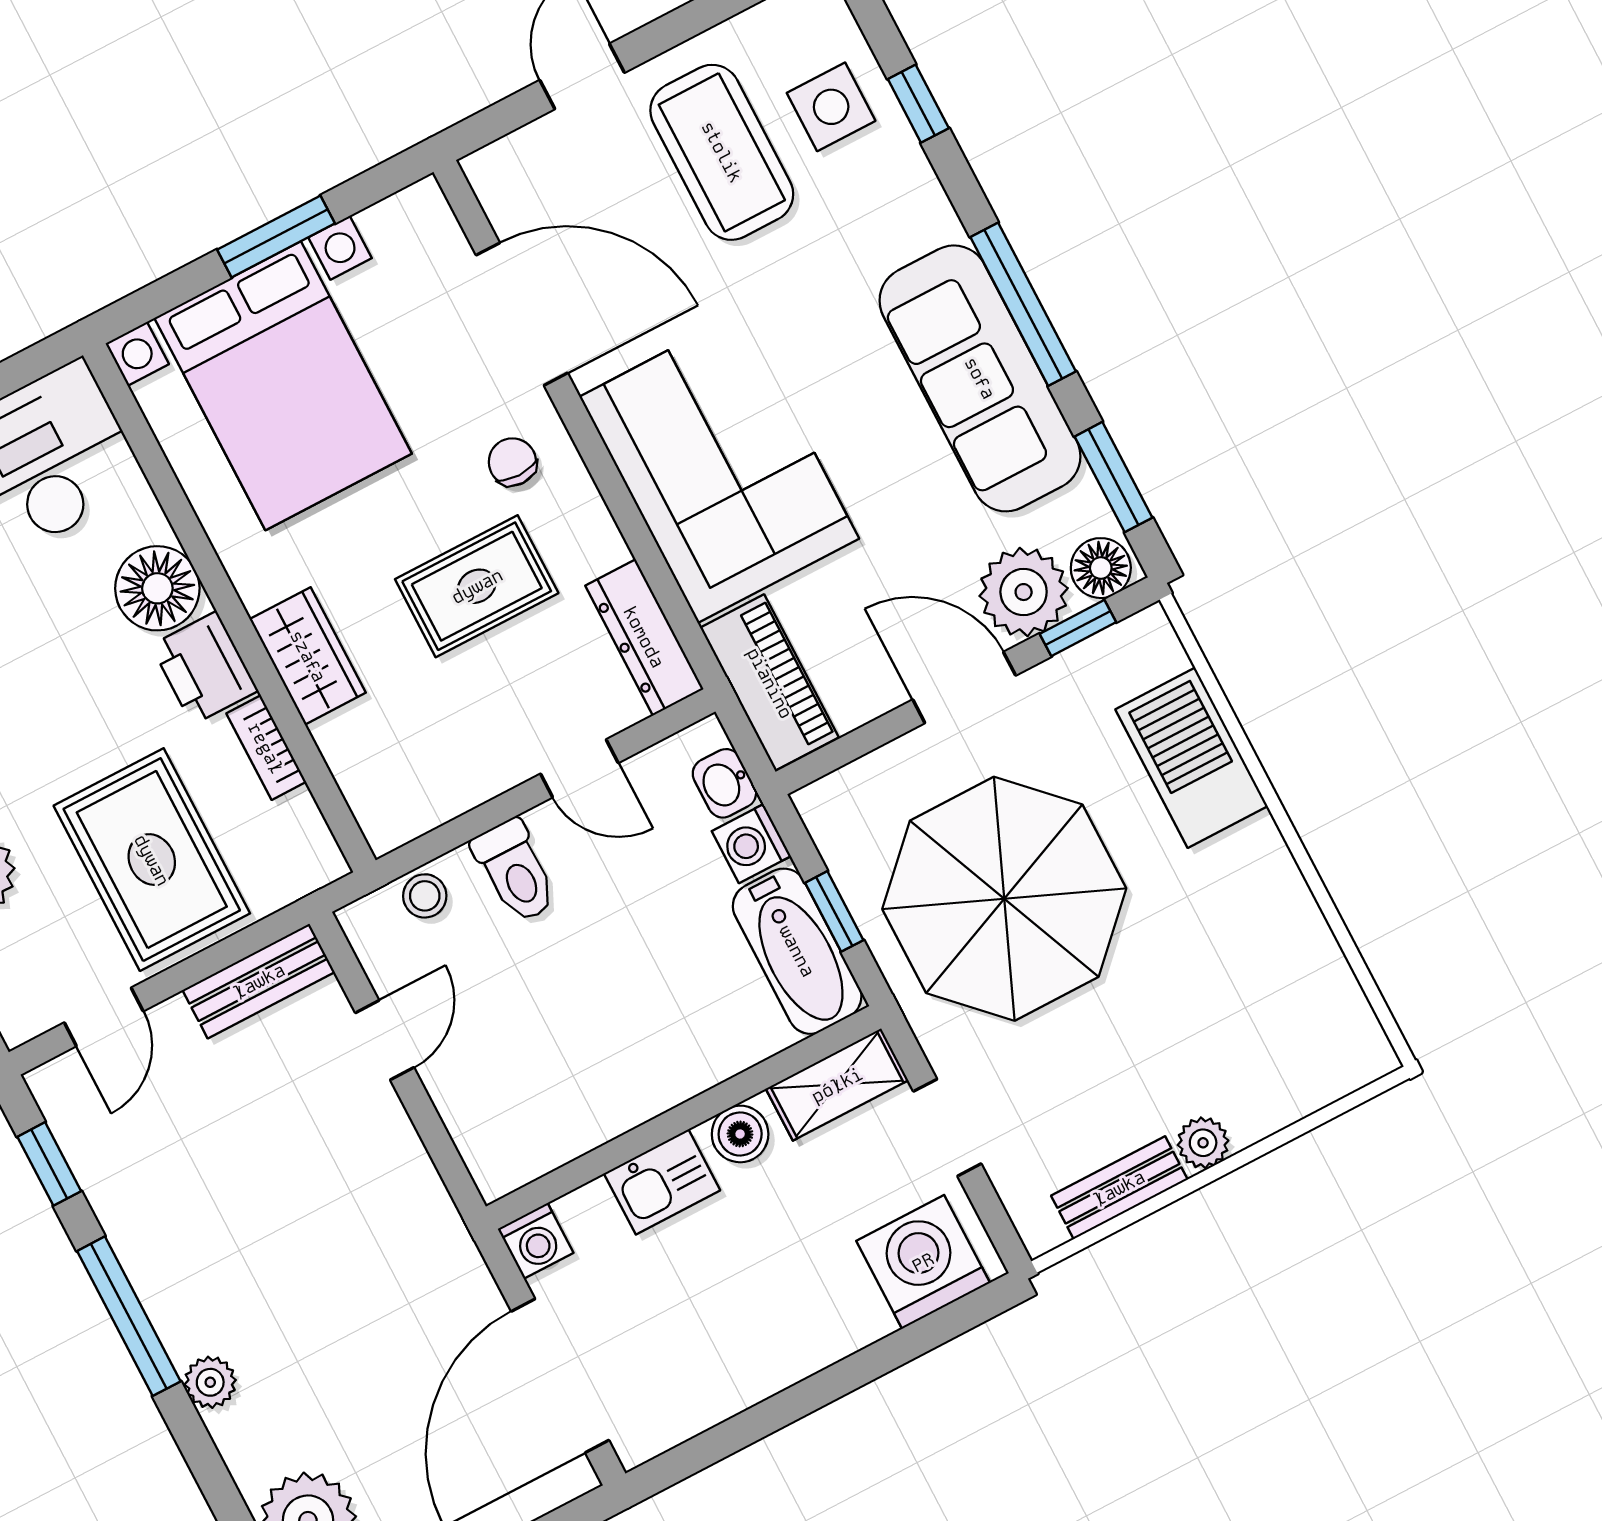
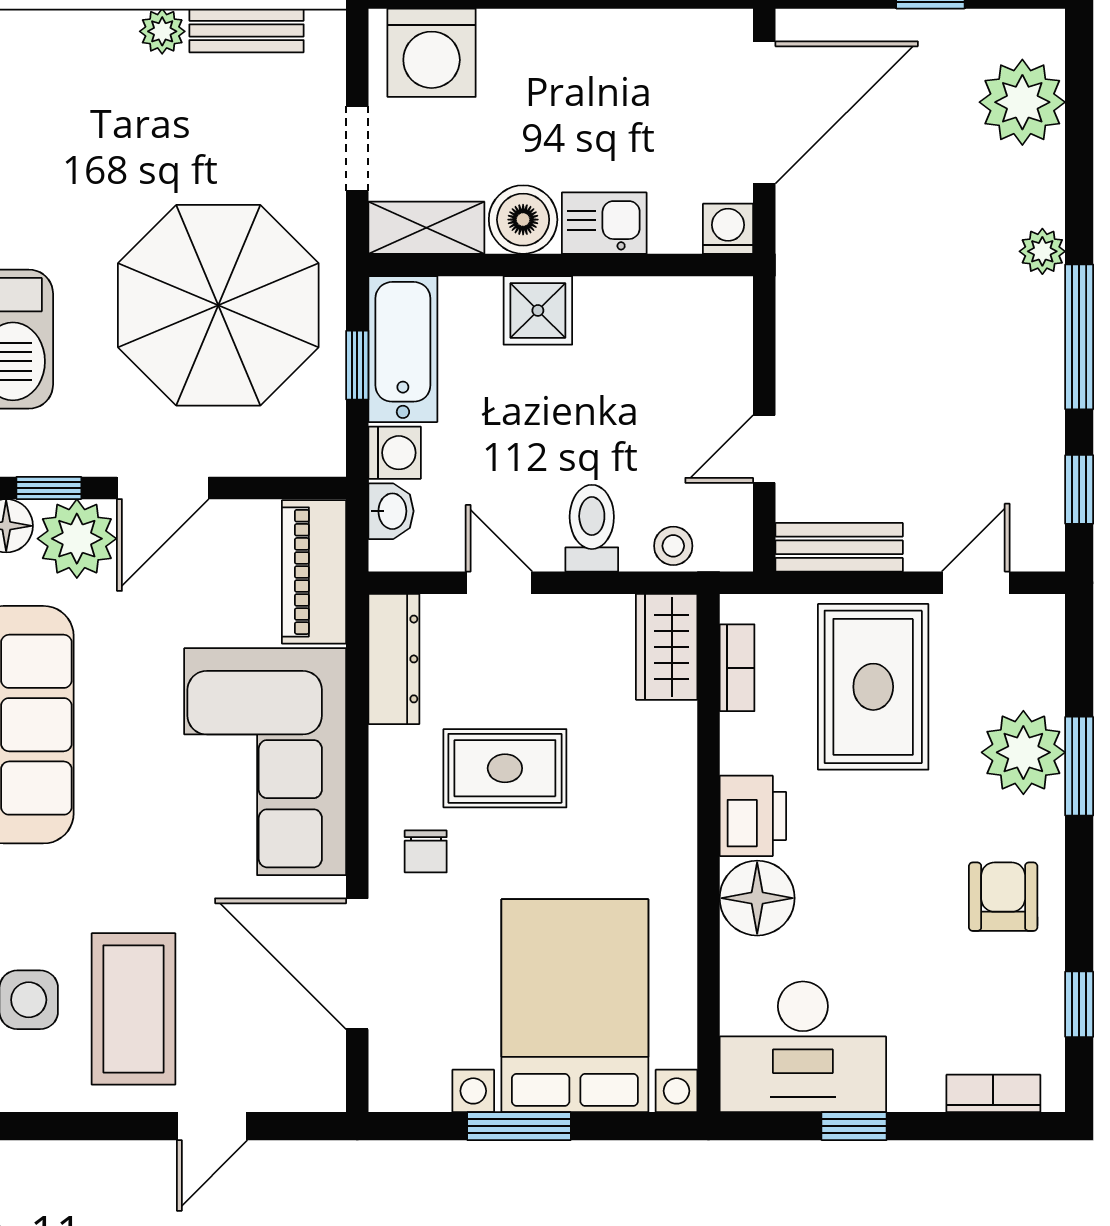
wardrobe: (308, 656) -> (667, 647), moved
door: (964, 687) -> (163, 488), hinge flipped
bookcase: (266, 748) -> (737, 668), moved
shower: (683, 1060) -> (538, 310), added
boiler: (740, 1134) -> (523, 220), width x1.36, depth x1.36

